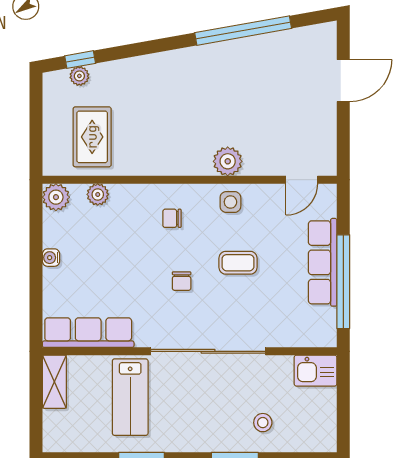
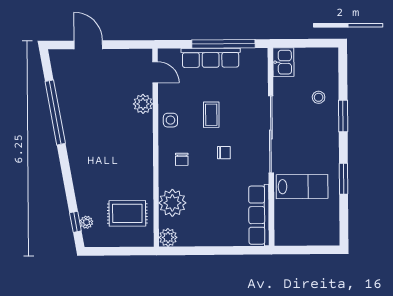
plant: (228, 161) -> (143, 104), moved
plant: (98, 194) -> (172, 203), width x1.88, depth x1.88
water cooler: (51, 258) -> (209, 240), removed
shelving: (54, 382) -> (292, 238), removed

